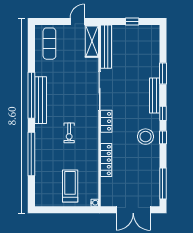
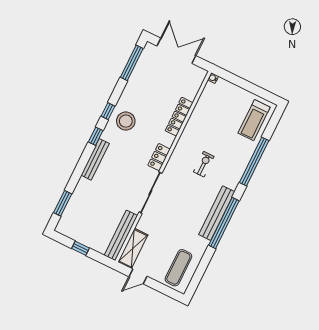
window: (163, 74) -> (63, 203), moved
treadmill: (70, 186) -> (254, 120), moved

